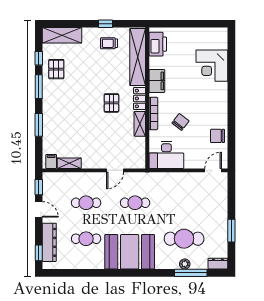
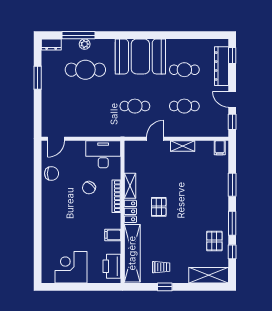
corner desk: (212, 66) -> (71, 267), moved, turned -90
filing cabinet: (157, 81) -> (113, 235), width x0.50
shelving: (69, 163) -> (183, 146), moved

